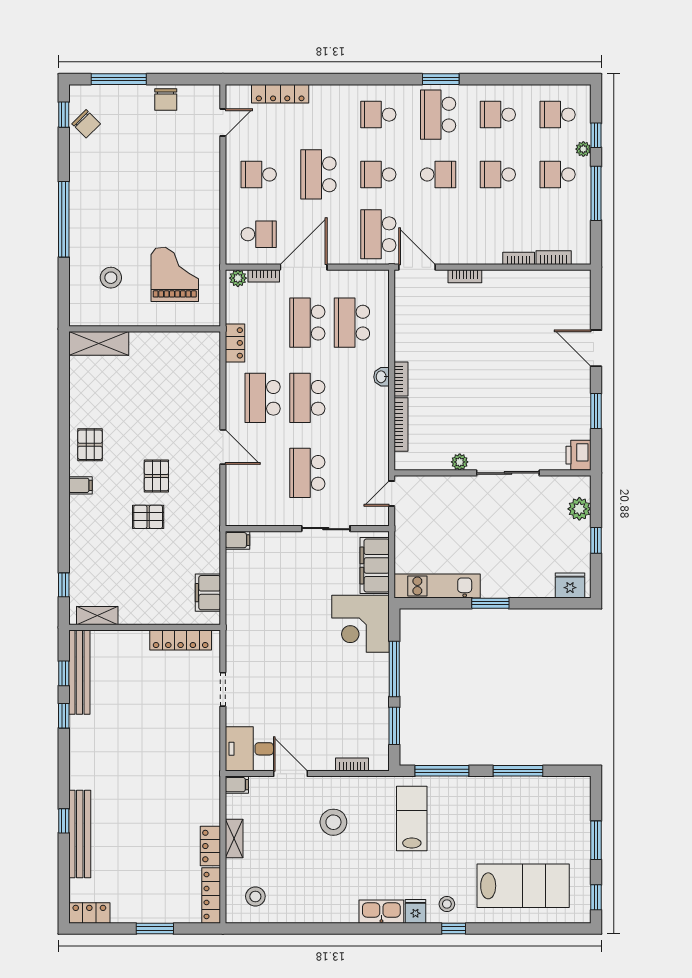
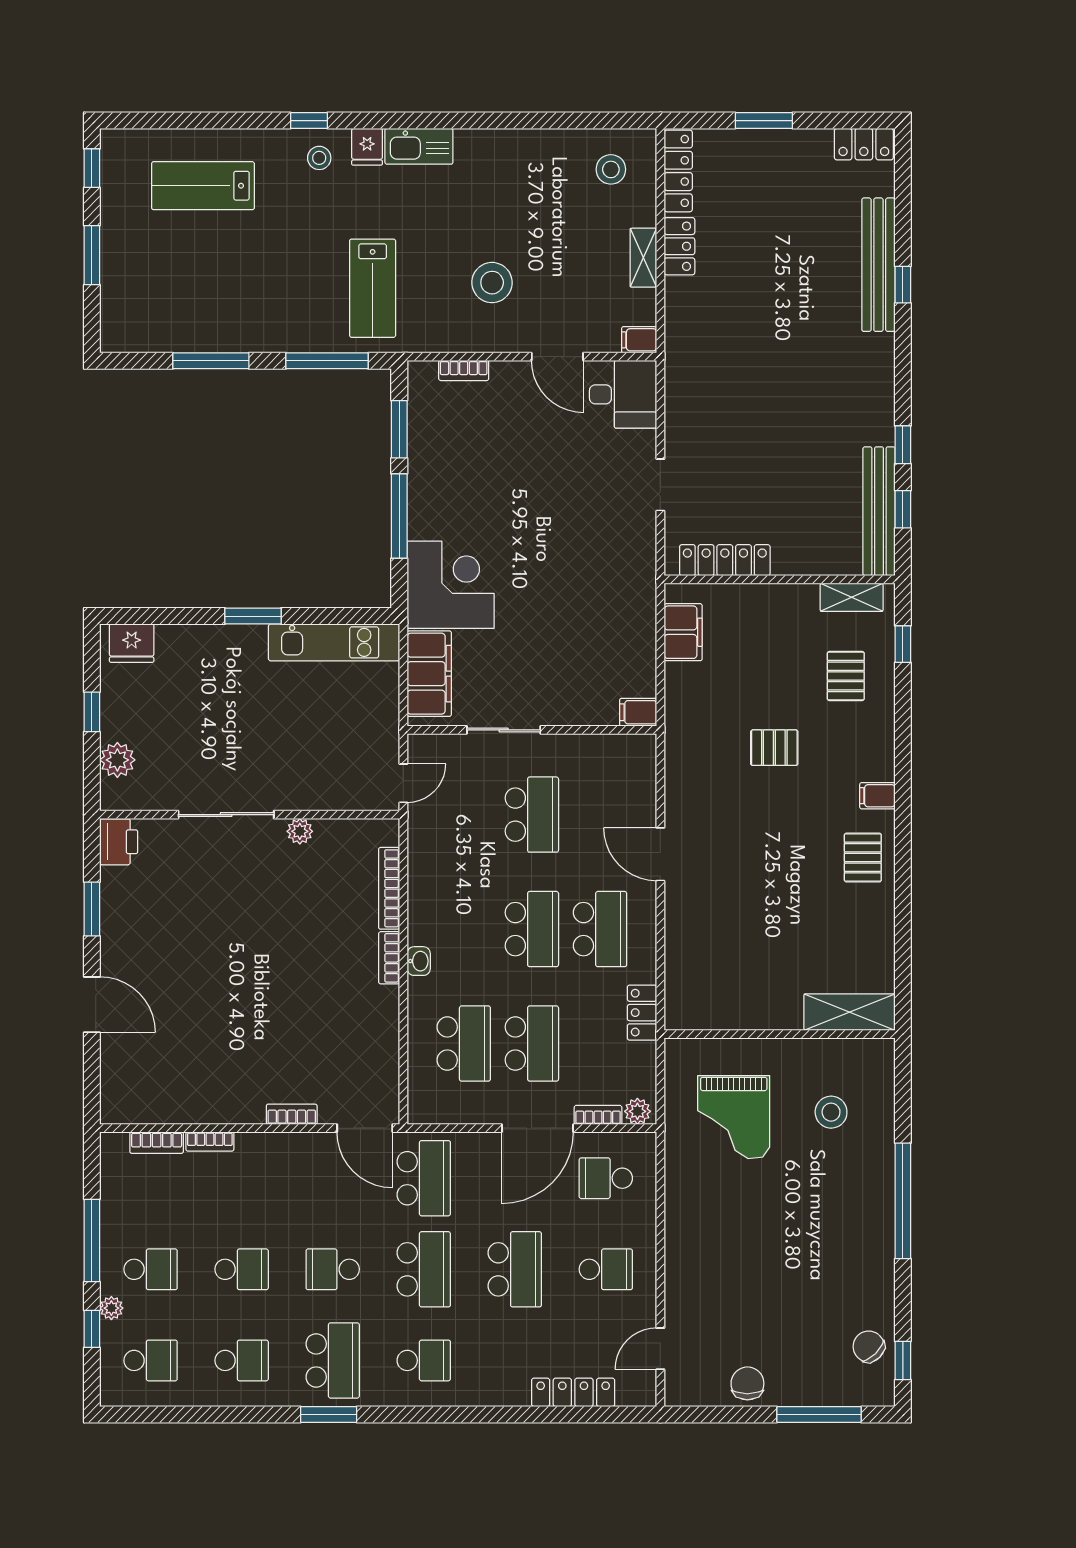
school desk: (378, 174) -> (424, 1269), width x1.85
pallet: (156, 476) -> (846, 676), moved
lab bench: (523, 886) -> (203, 186), width x0.73, depth x0.72

